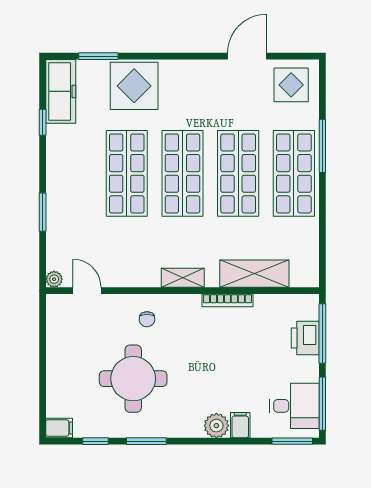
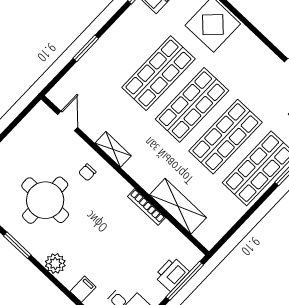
shelving: (183, 278) -> (113, 149), moved
plant: (54, 279) -> (54, 95), removed
plant: (216, 426) -> (55, 264), moved

